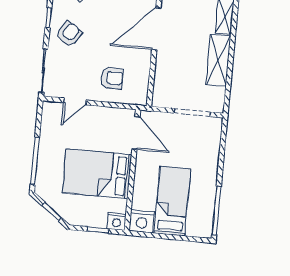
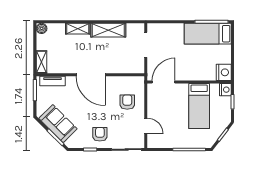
armchair: (69, 34) -> (100, 134), turned 56
bed: (97, 174) -> (199, 106), width x0.67
bed: (172, 201) -> (208, 34), moved

